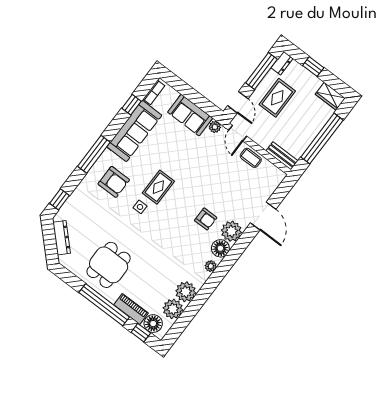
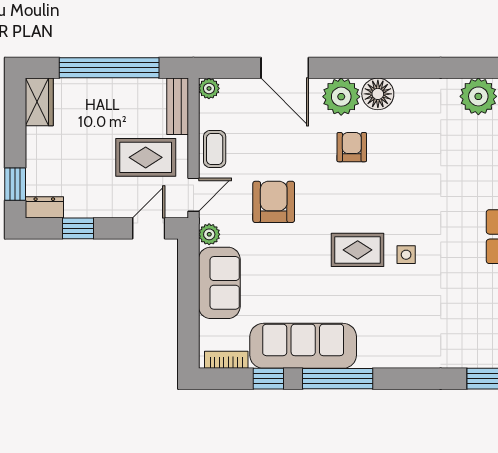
window: (313, 67) -> (15, 184), moved
window: (262, 71) -> (78, 228), width x0.46
rug: (277, 98) -> (146, 157), moved
window: (94, 154) -> (338, 379), moved
armchair: (114, 182) -> (274, 202), moved
door: (263, 216) -> (285, 68), swing flipped
plant: (211, 266) -> (209, 88), moved

